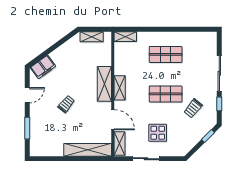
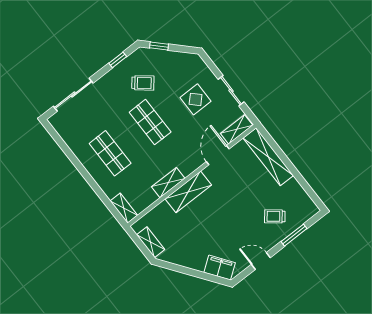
sliding door: (219, 73) -> (73, 95), moved
shelving: (120, 88) -> (168, 183), moved
trolley: (66, 104) -> (275, 216), moved

